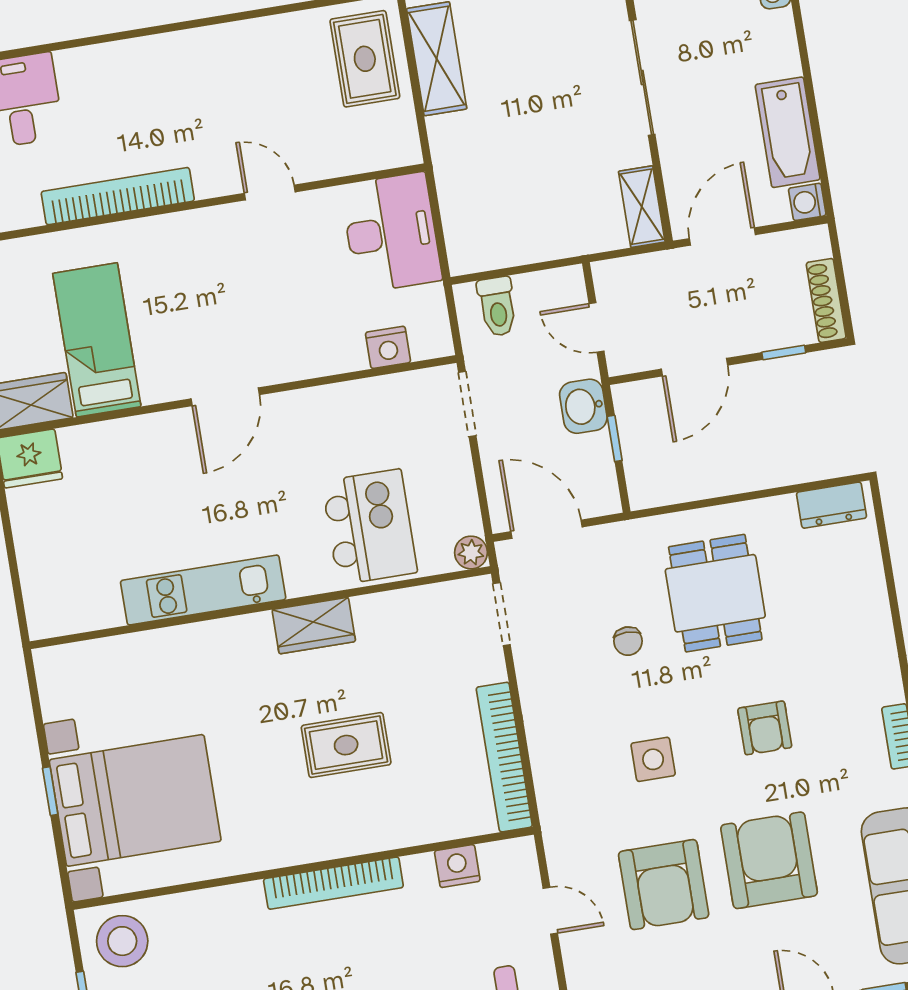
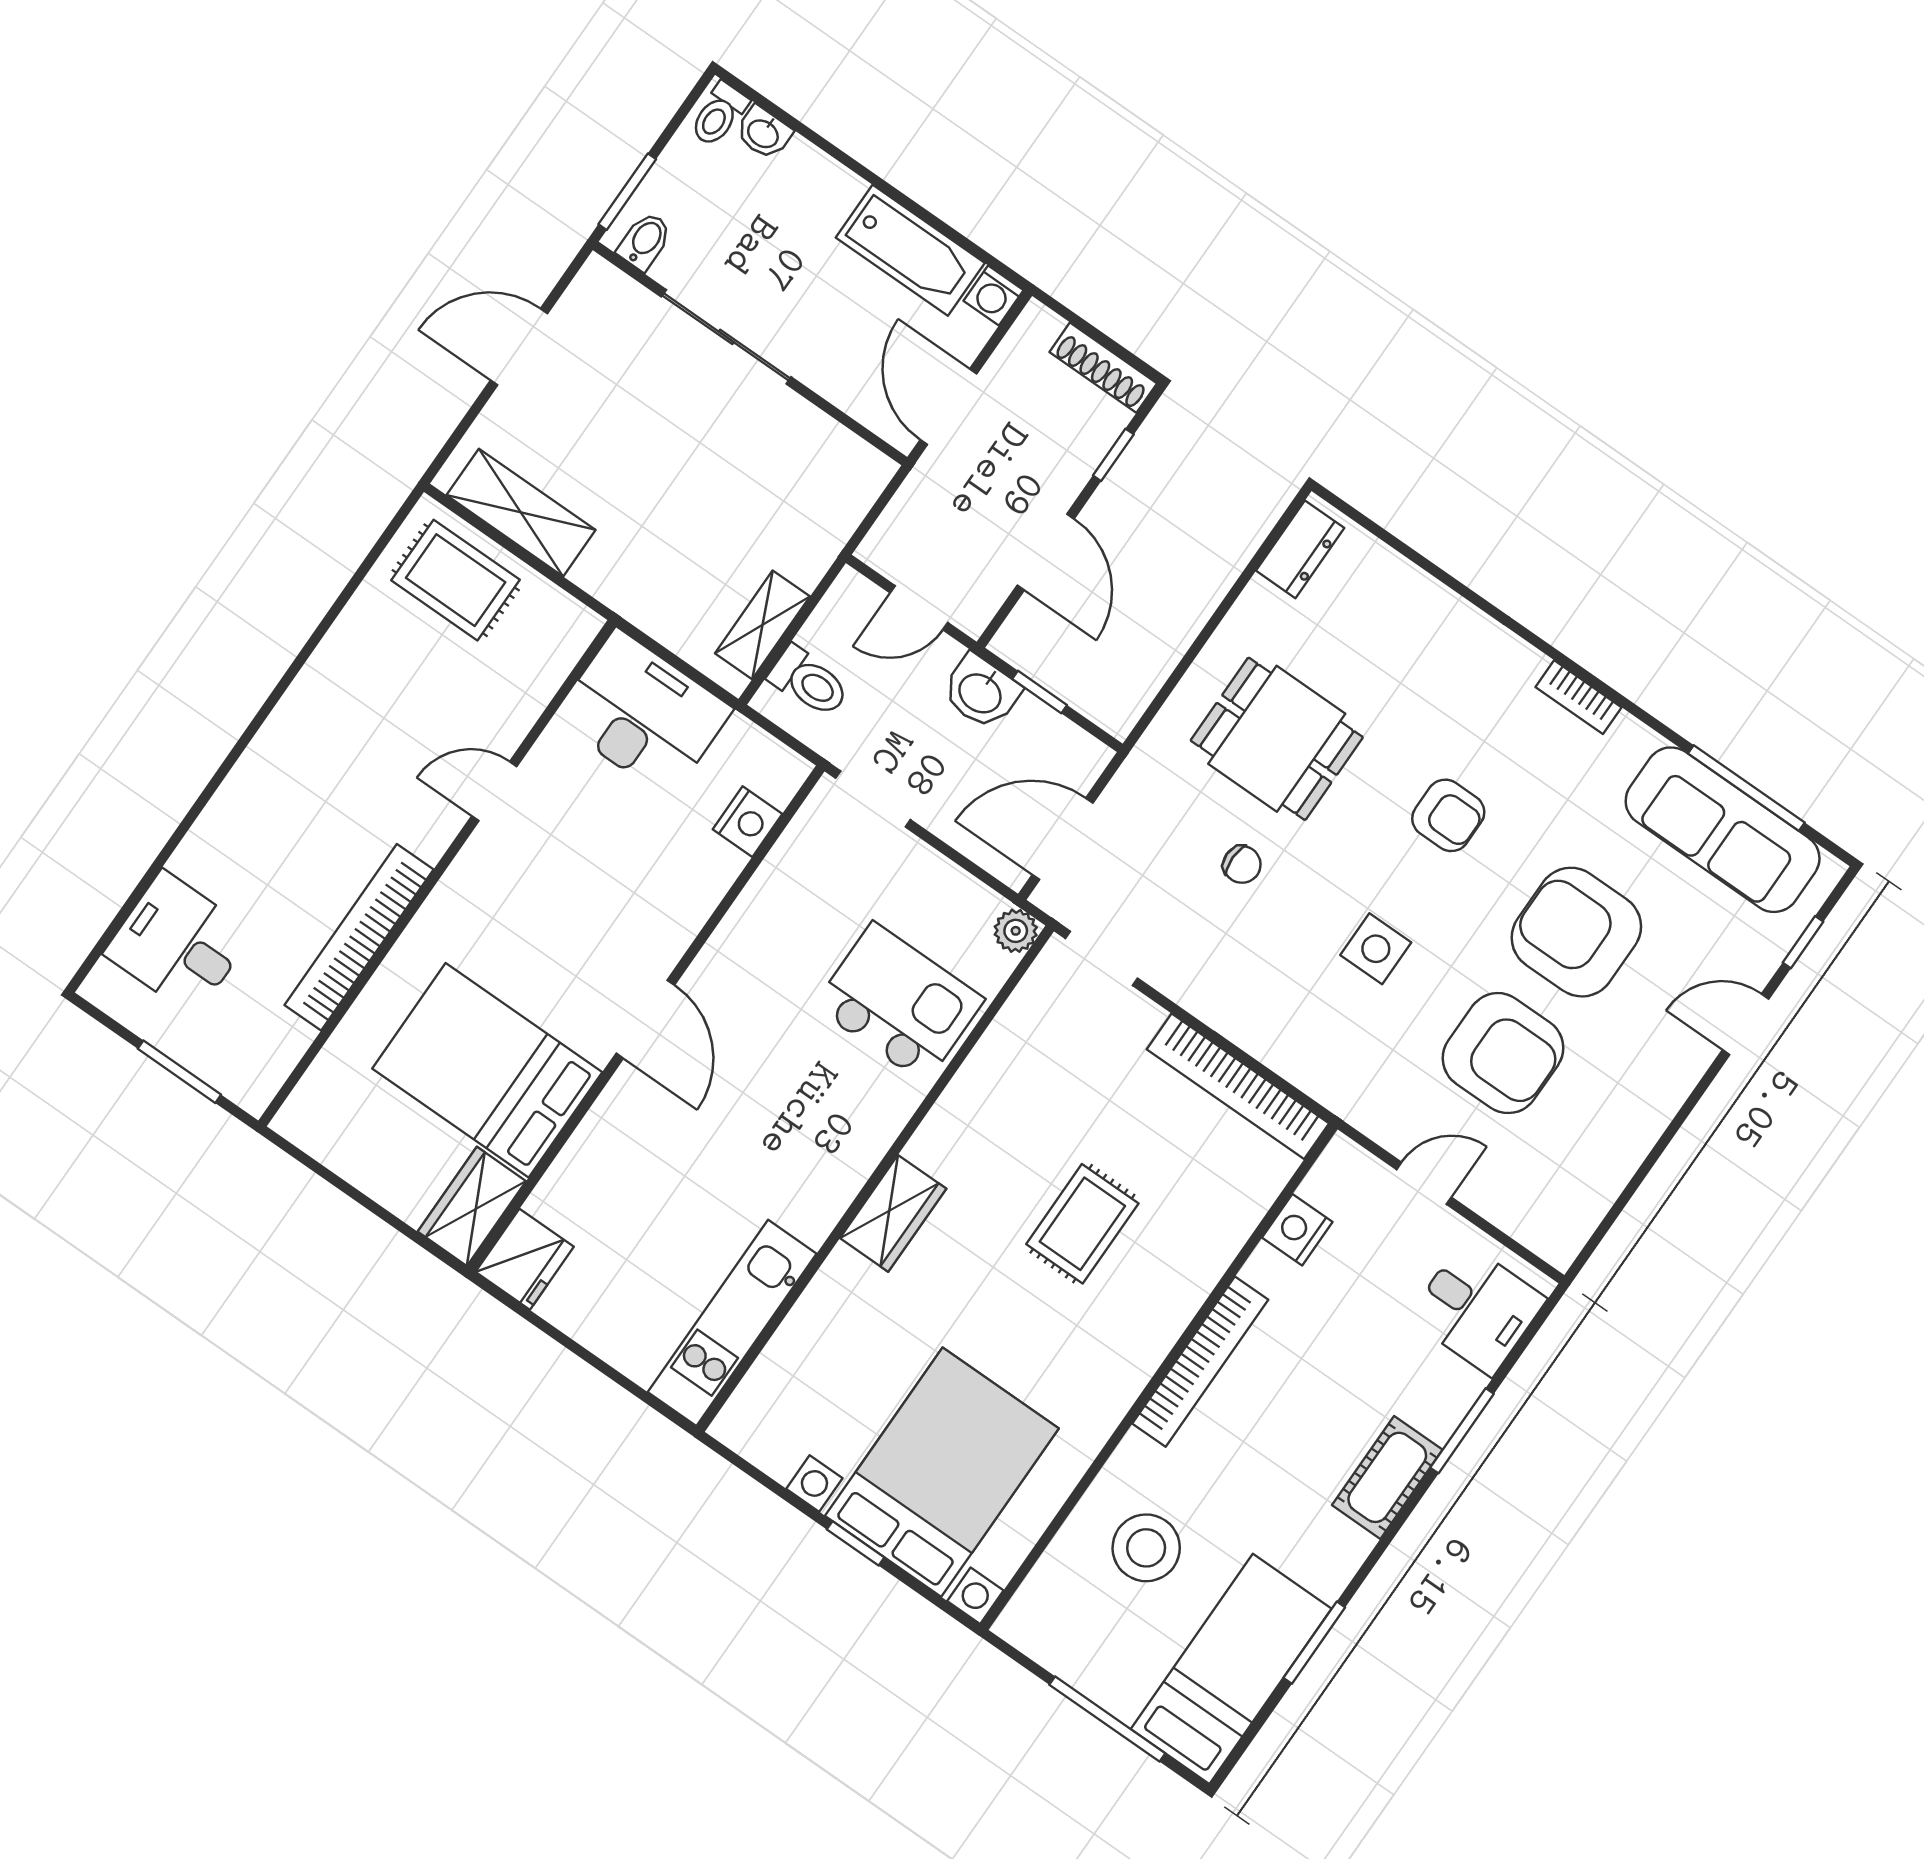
shelving: (642, 207) -> (762, 625), moved, turned 90
bed: (97, 340) -> (487, 1070), width x1.50
kitchen unit: (203, 590) -> (732, 1323), moved
wardrobe: (314, 626) -> (893, 1213), moved
stool: (122, 941) -> (1146, 1548), moved

